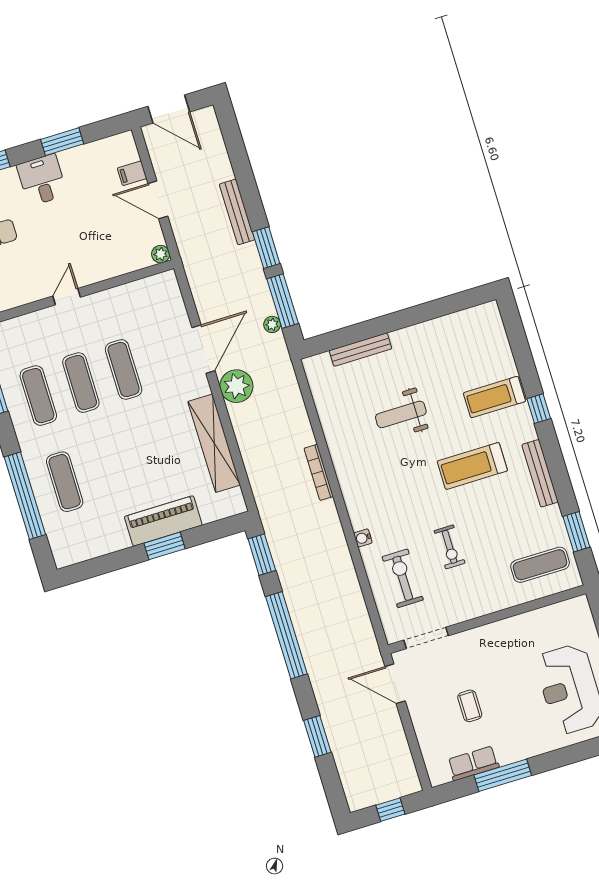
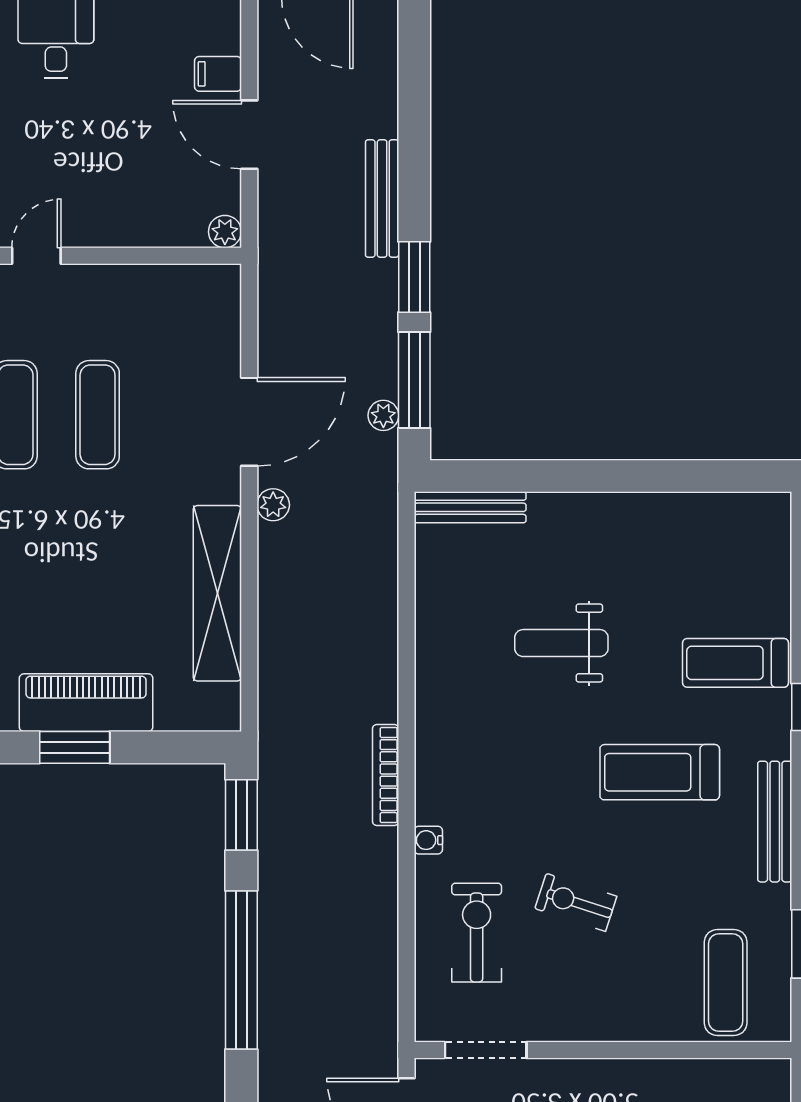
bench: (361, 350) -> (470, 507), moved
plant: (236, 386) -> (273, 505), width x0.53, depth x0.53
bookcase: (319, 472) -> (386, 775), moved
exercise bike: (449, 547) -> (576, 902), turned 108
exercise mat: (540, 565) -> (726, 982), turned 90

